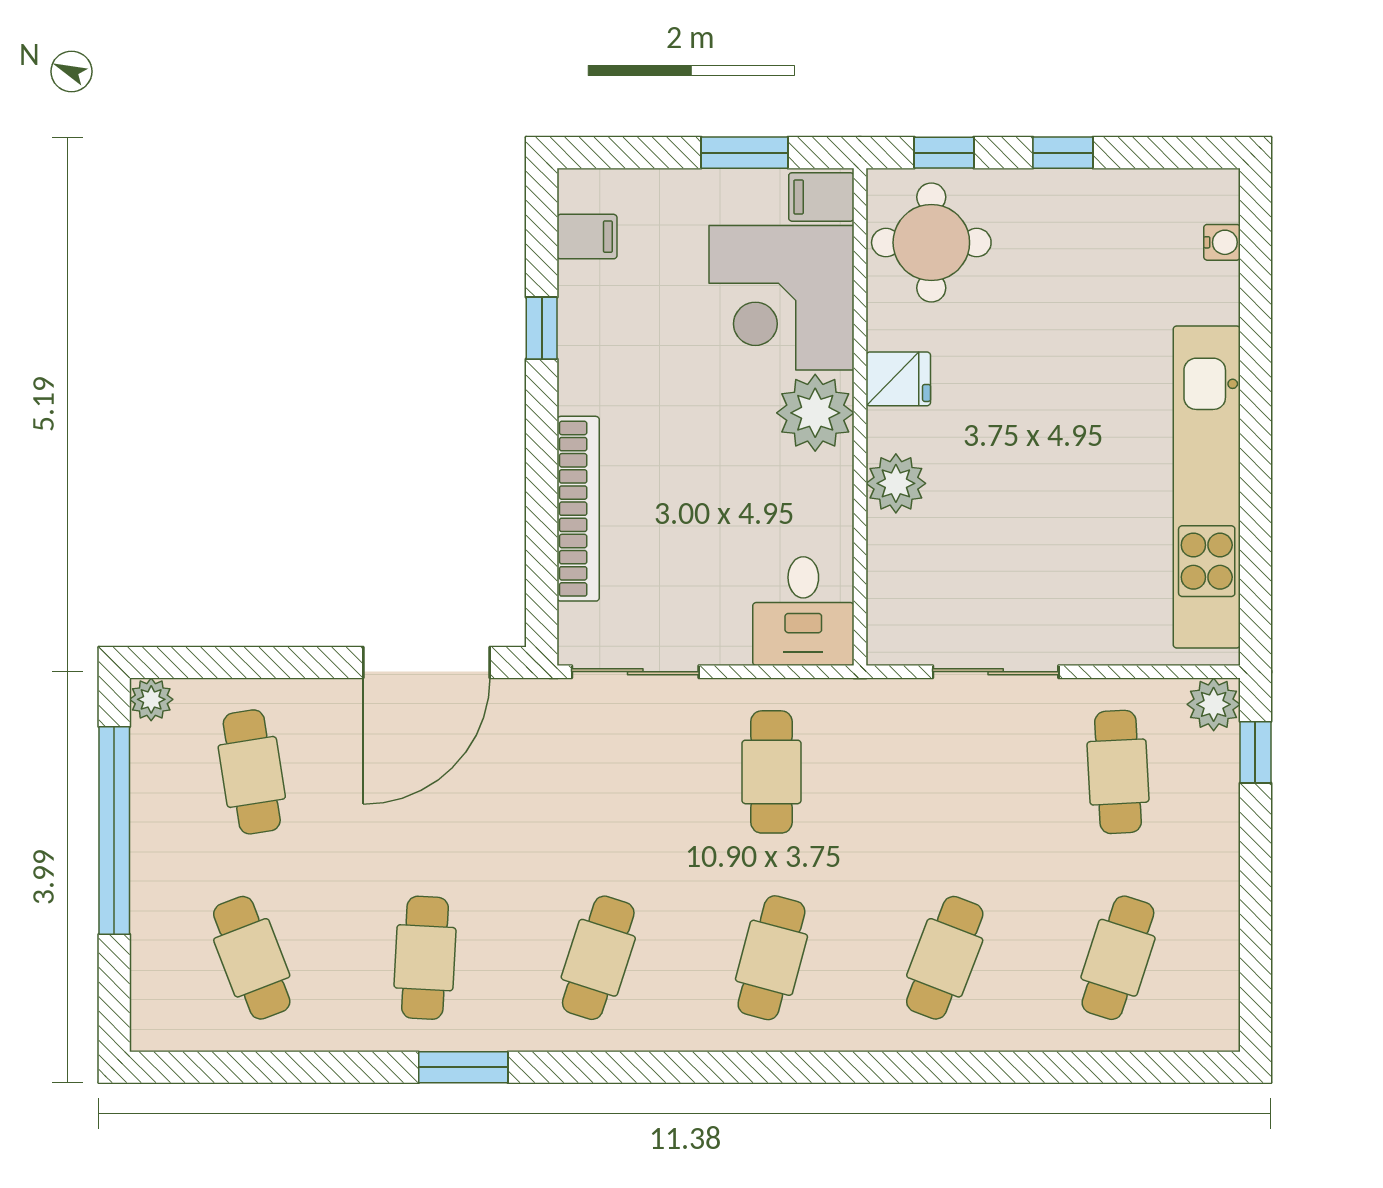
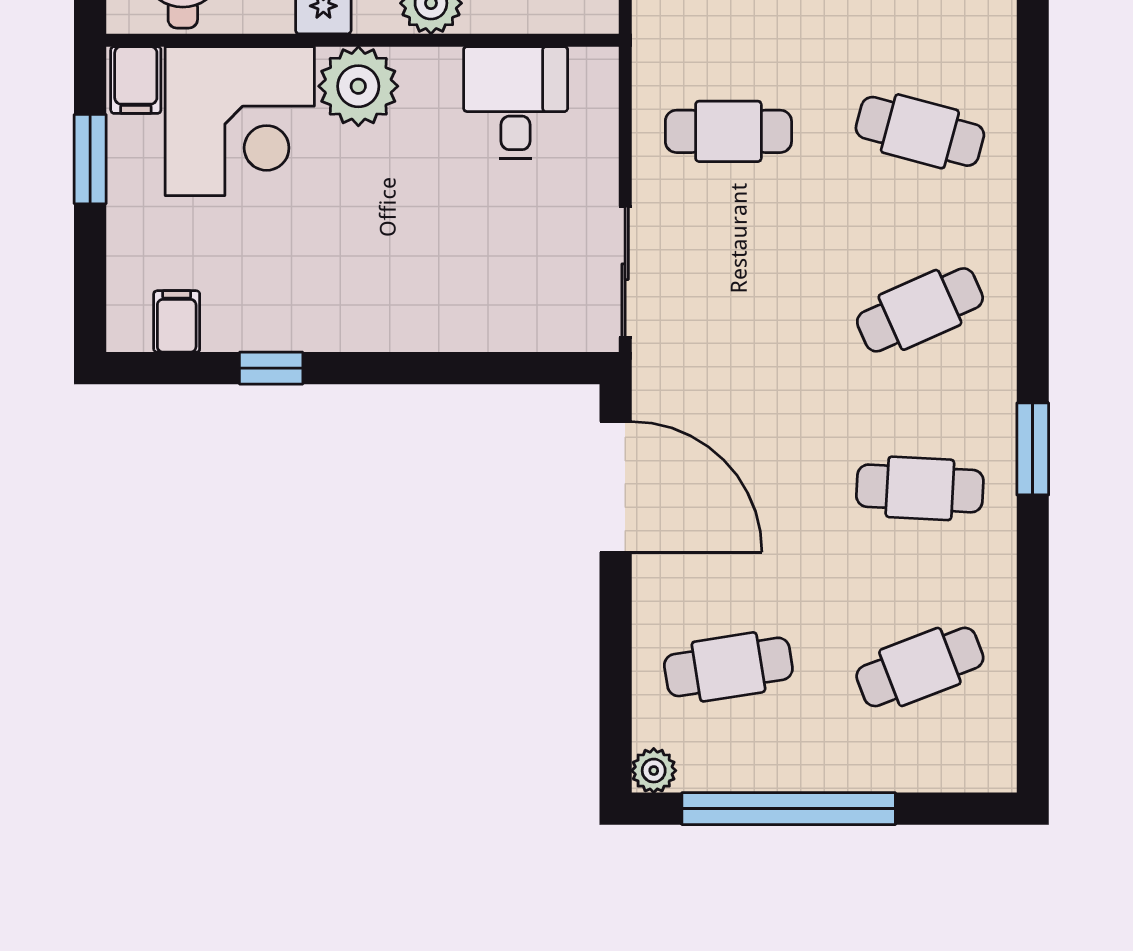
bookcase: (578, 509) -> (457, 331), removed
desk: (803, 611) -> (516, 103), moved, turned -90
cafe table: (598, 958) -> (920, 310), turned -42

